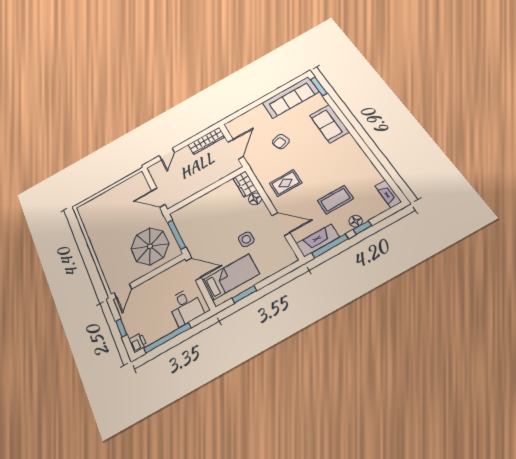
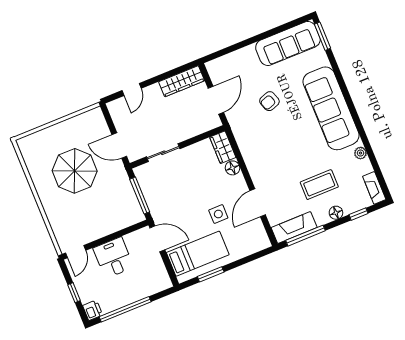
sofa: (329, 124) -> (331, 108), width x1.85, depth x1.27
plant: (369, 167) -> (360, 153), added
rug: (286, 183) -> (269, 155), removed
sliding door: (195, 197) -> (163, 153), added
door: (281, 224) -> (258, 203), swing flipped
window: (362, 228) -> (358, 214), moved
parasol: (150, 246) -> (75, 171), moved
desk: (186, 307) -> (113, 258), moved, turned 180

